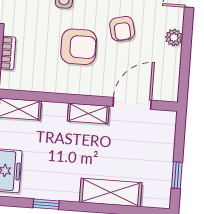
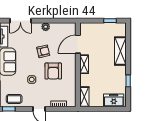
armchair: (79, 47) -> (53, 71), turned 180
door: (132, 103) -> (78, 44), hinge flipped

